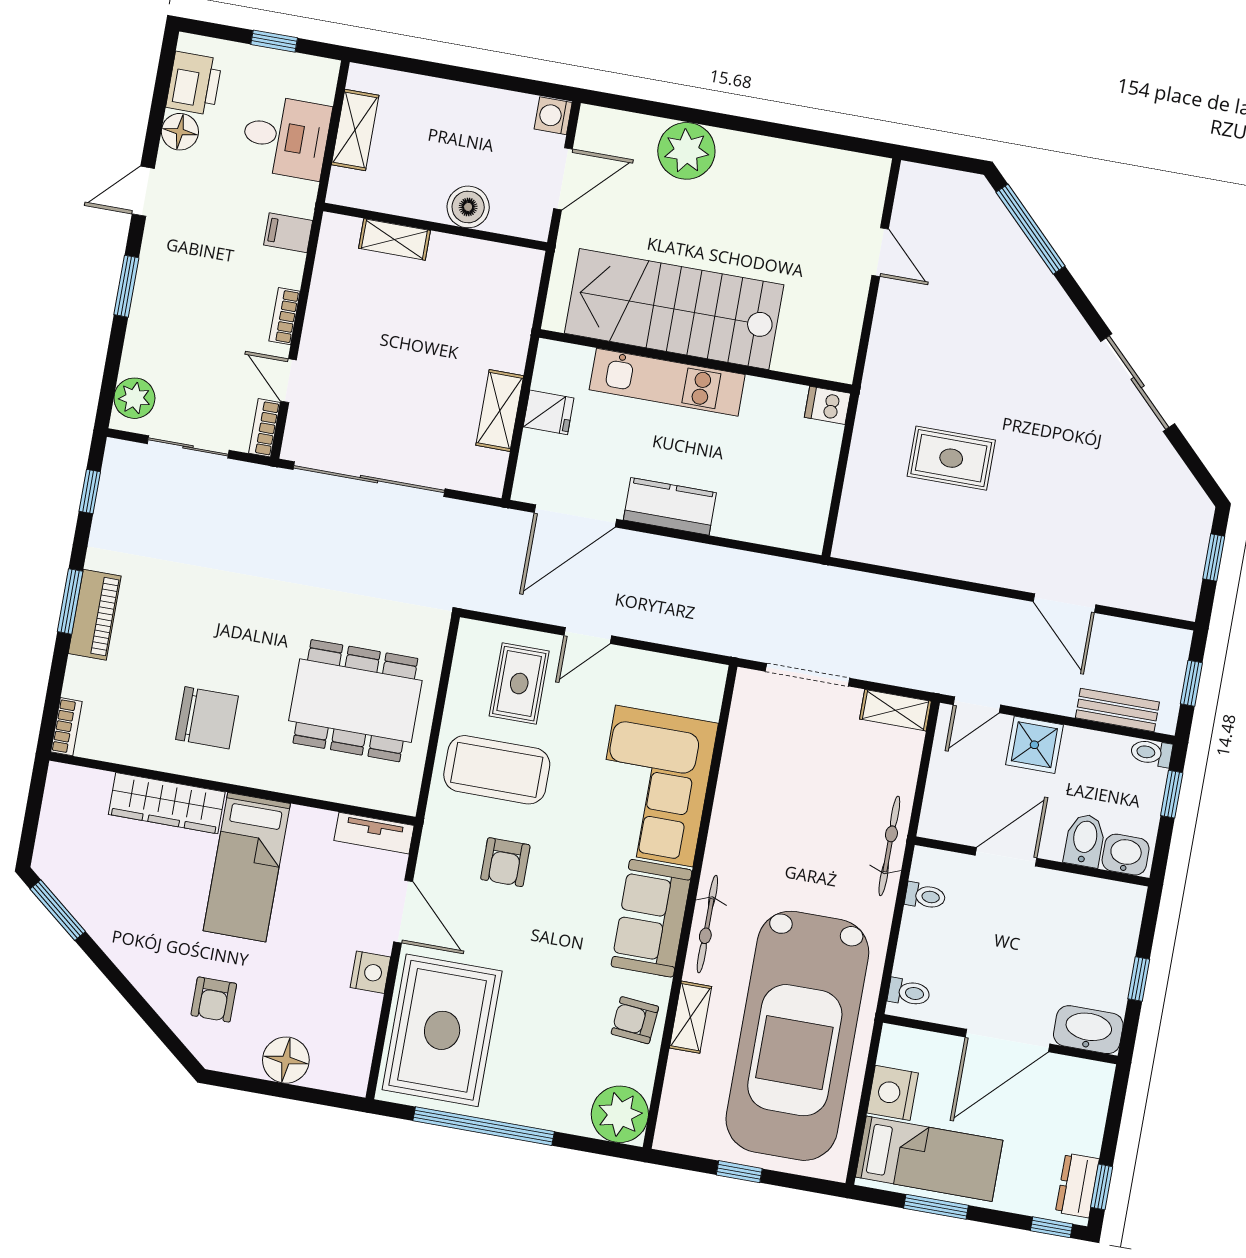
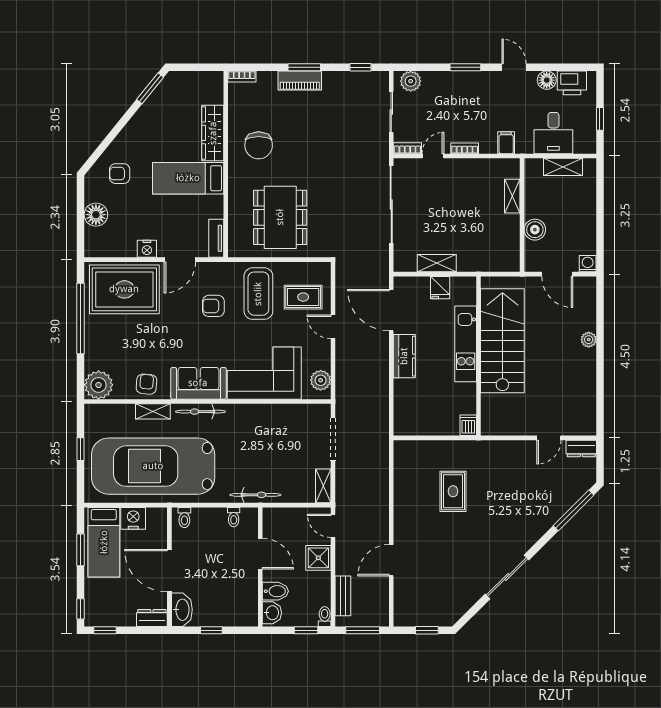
plant: (686, 151) -> (589, 340), width x0.53, depth x0.53
dresser: (912, 193) -> (581, 449), added
plant: (688, 678) -> (321, 380), added
window: (1191, 683) -> (363, 630), width x1.50
dresser: (1077, 1185) -> (152, 618), moved

